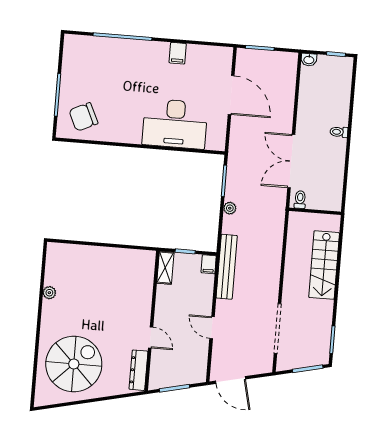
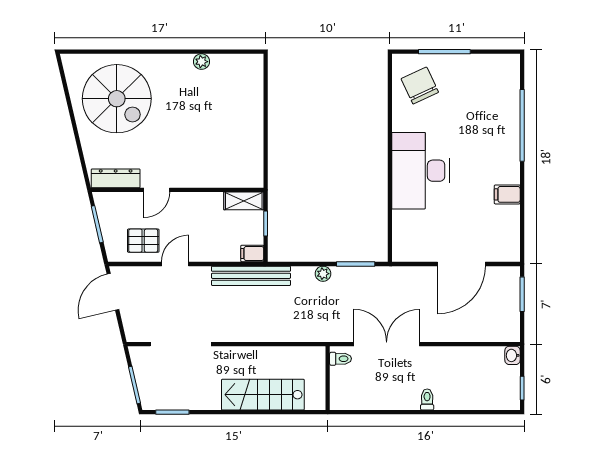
desk: (175, 124) -> (421, 171), moved
pallet: (191, 352) -> (143, 241), added

